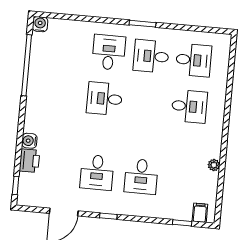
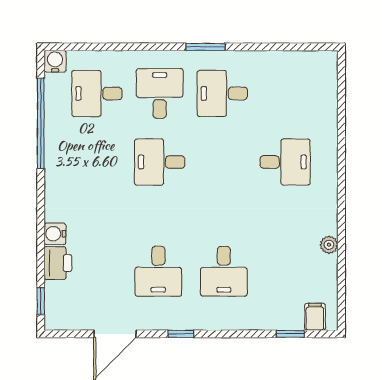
desk: (193, 60) -> (97, 93), moved, turned 180

